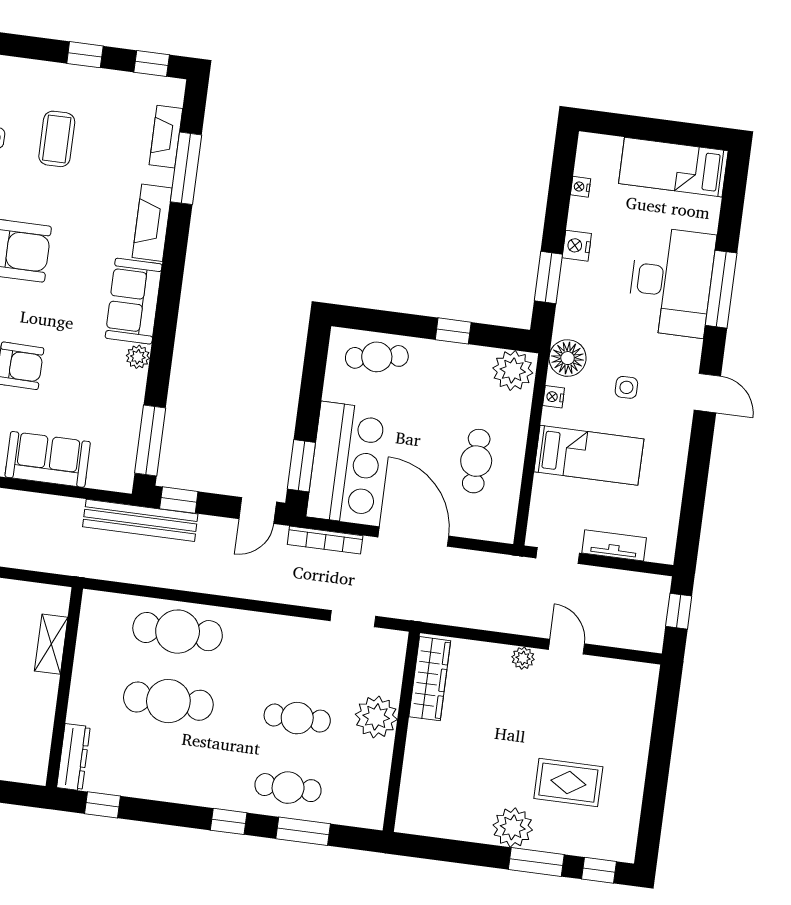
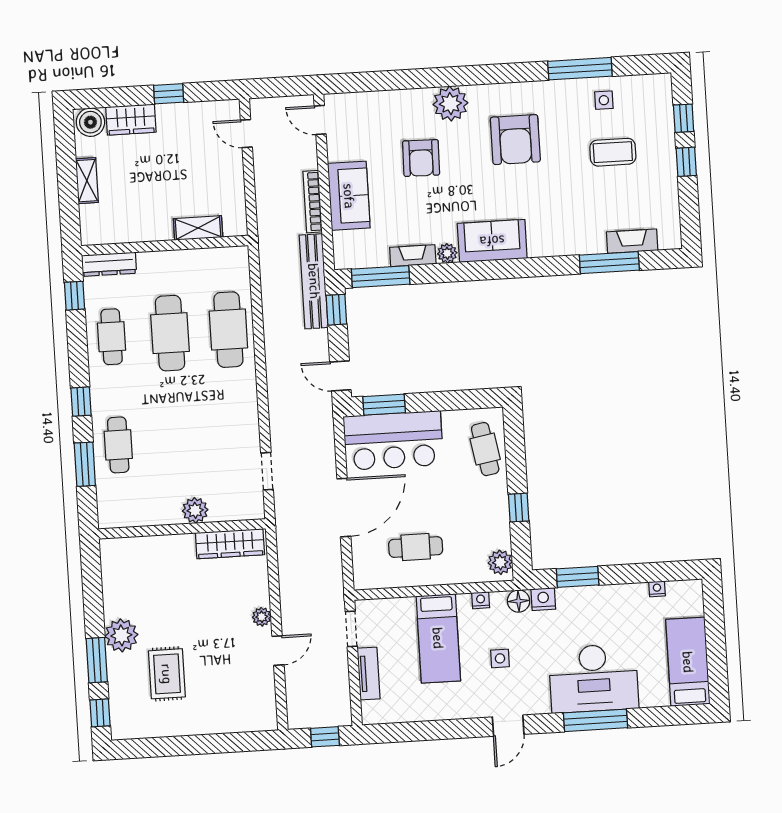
window: (152, 64) -> (684, 118), moved
fireplace: (152, 223) -> (413, 256), moved, width x0.73, depth x0.76
nightstand: (577, 246) -> (543, 599), moved
floor lamp: (568, 358) -> (519, 601), width x0.73, depth x0.73
plant: (513, 370) -> (500, 562), width x0.73, depth x0.73
bookcase: (325, 540) -> (313, 202), moved
plant: (376, 717) -> (195, 510), width x0.73, depth x0.73
cafe table: (297, 718) -> (112, 337), moved

